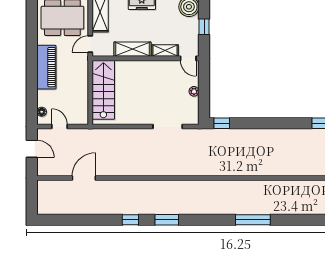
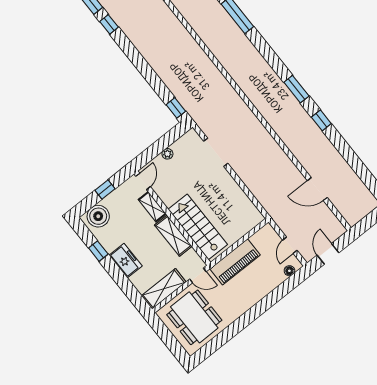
piano: (46, 67) -> (235, 262), moved, turned 180
stairs: (103, 90) -> (198, 227), moved, turned 90

